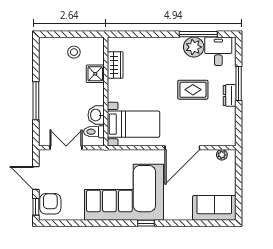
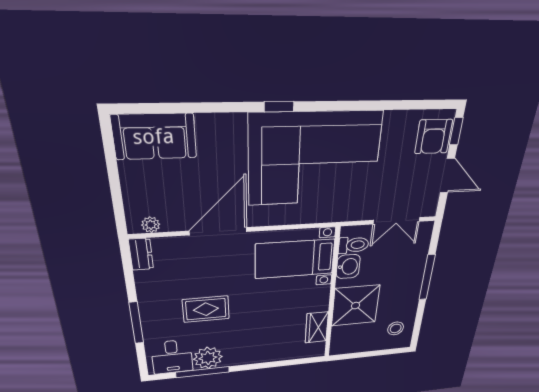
stool: (74, 52) -> (396, 328), moved
shower: (95, 74) -> (355, 306), width x1.86, depth x1.86
dresser: (230, 95) -> (141, 254), moved

